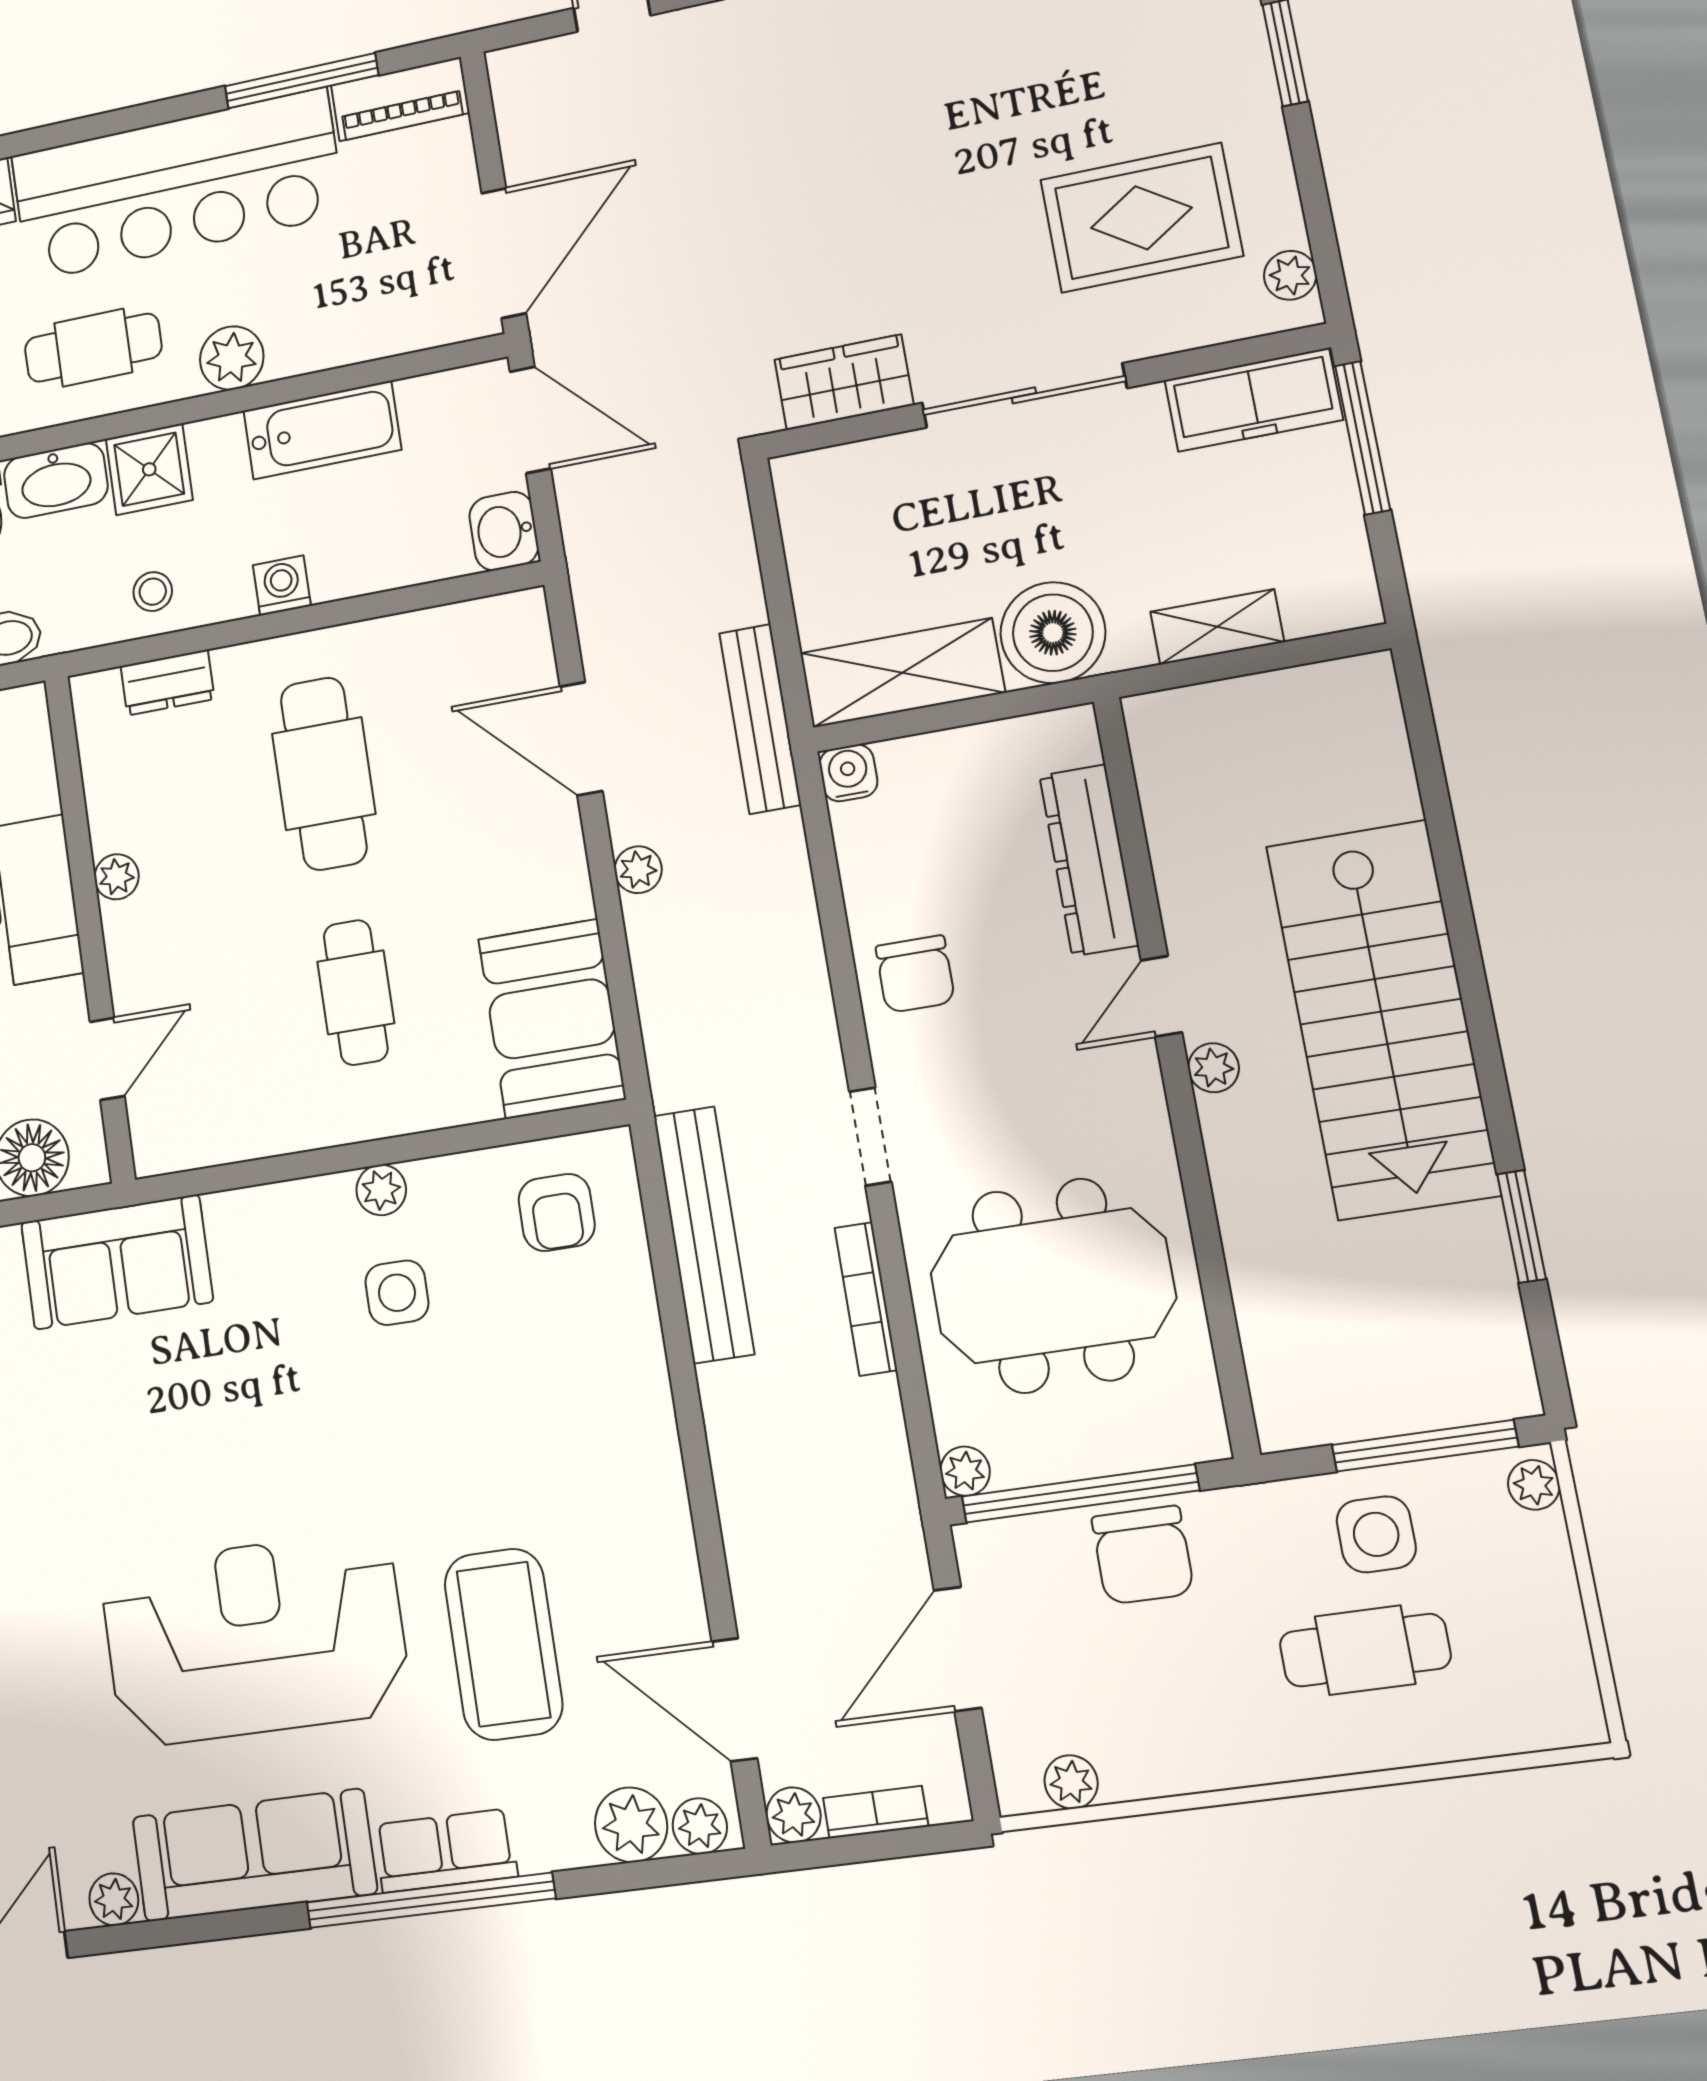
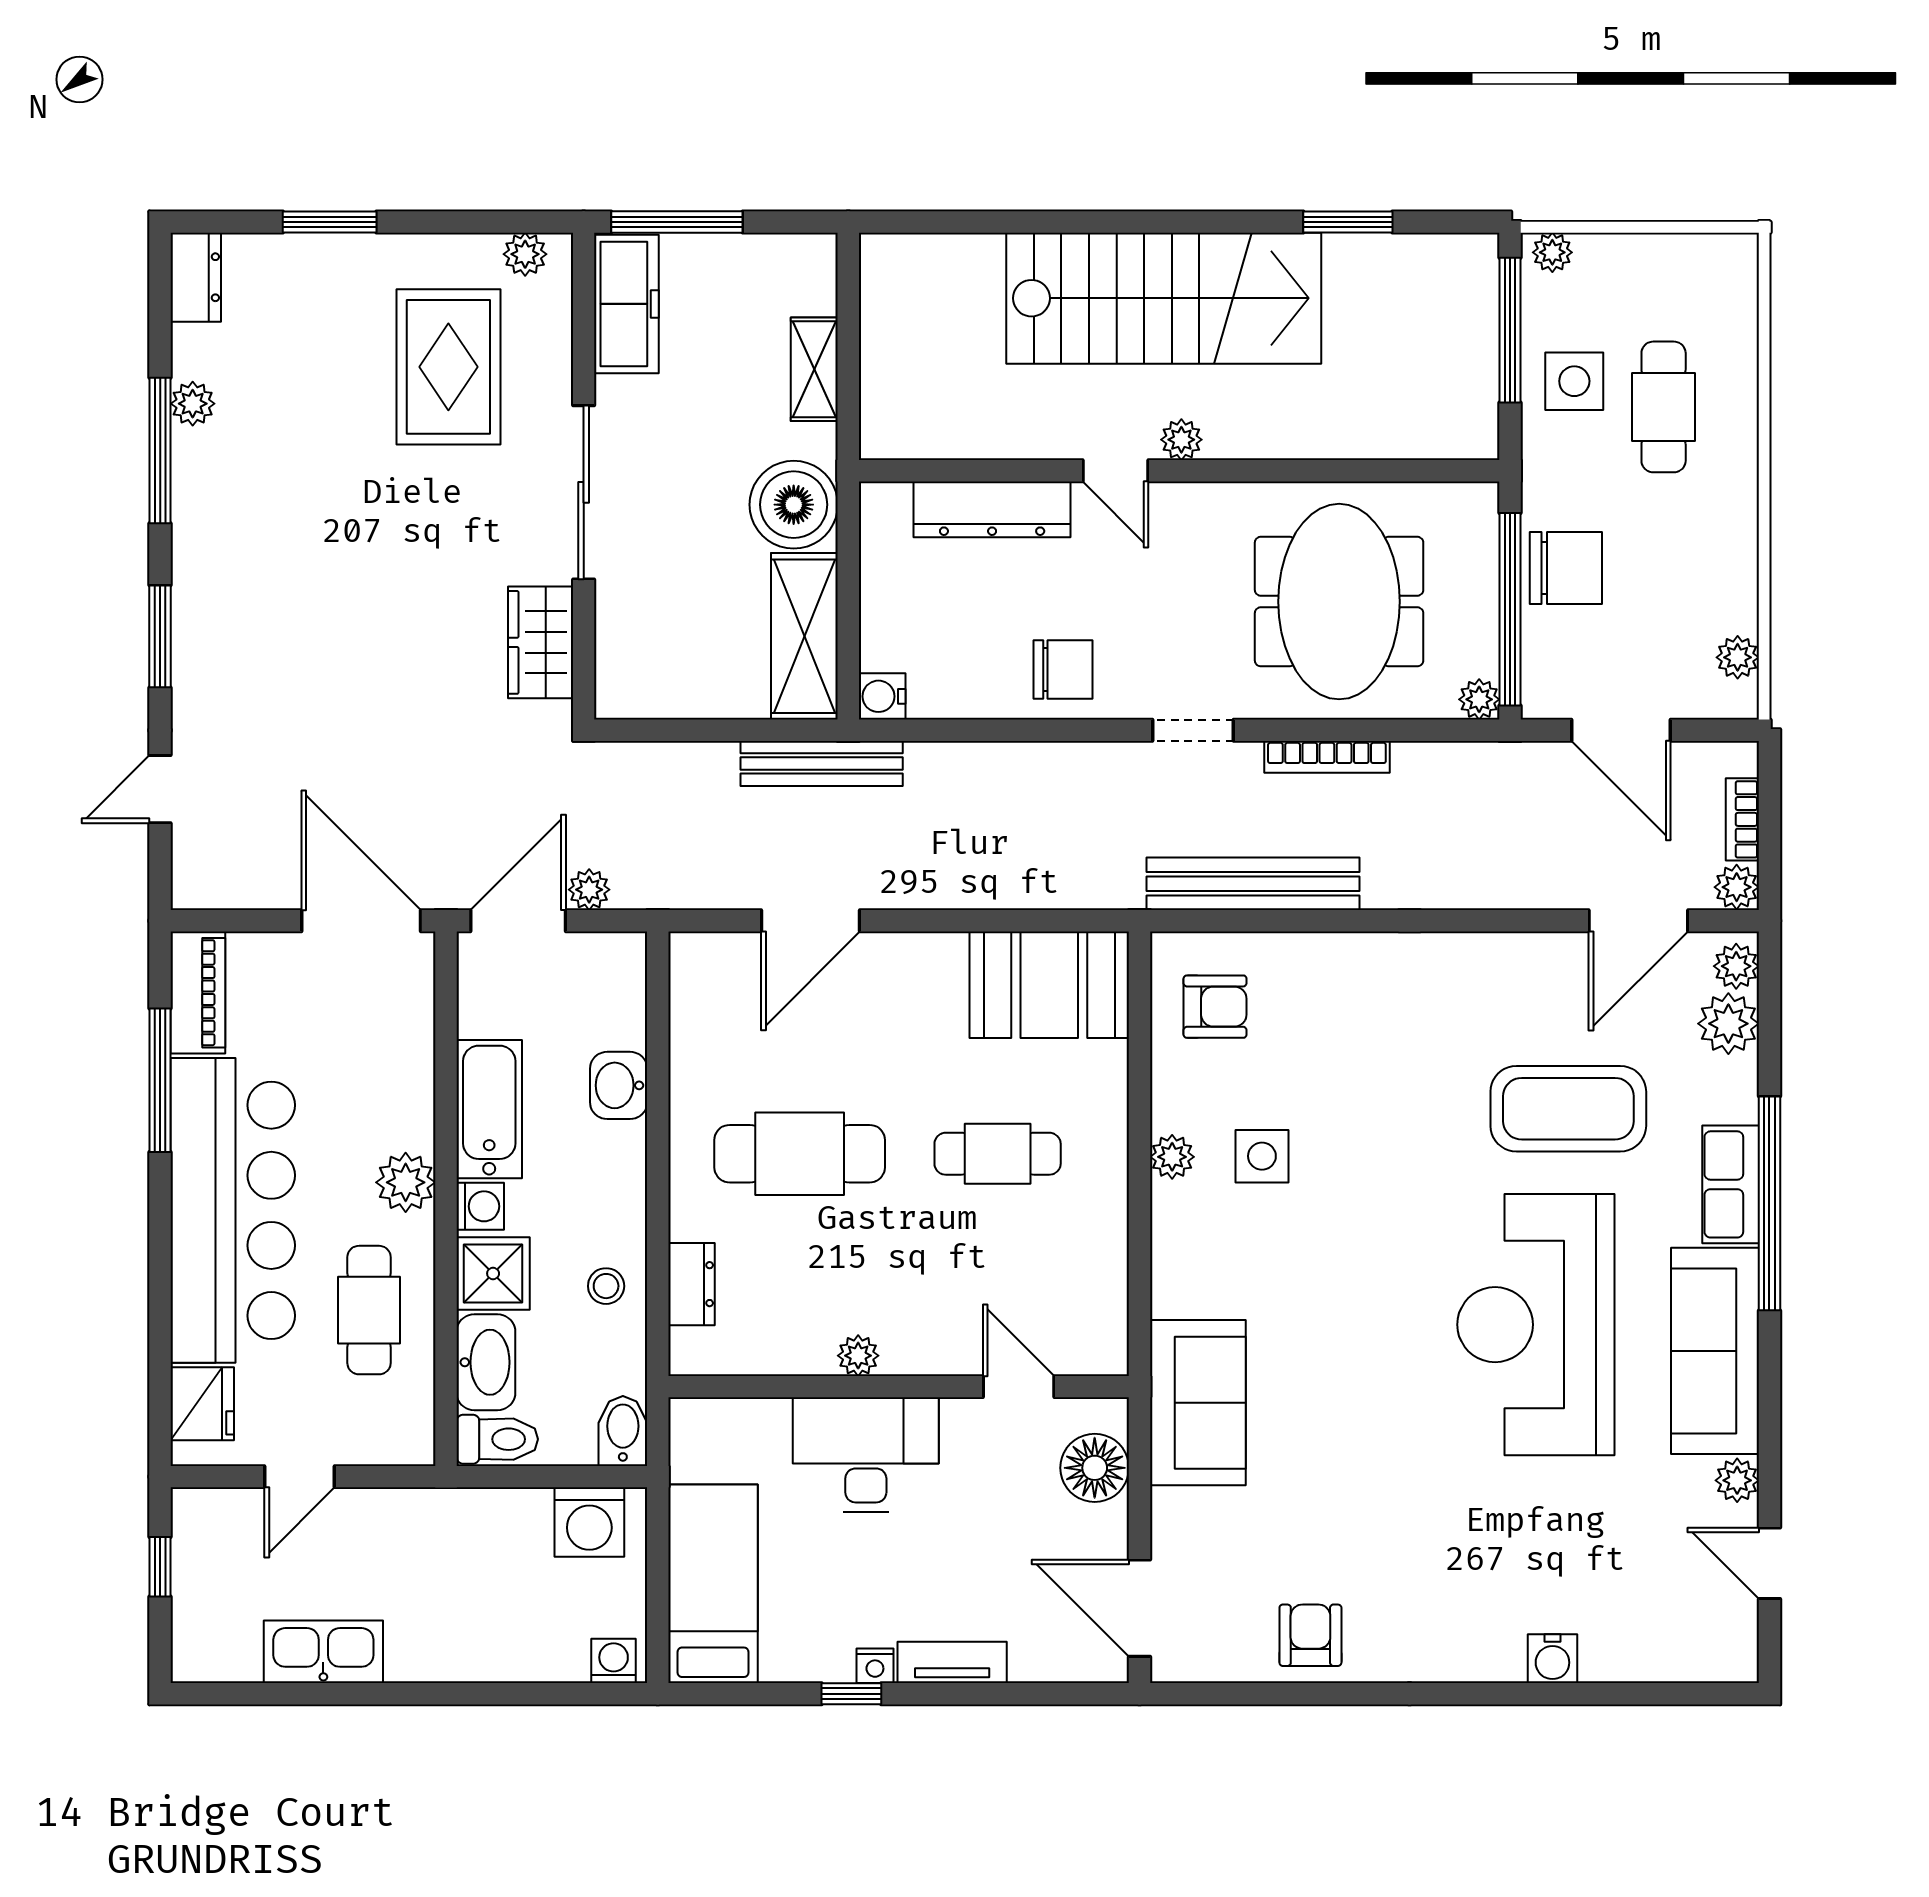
washbasin: (504, 531) -> (619, 1085), moved, turned 90
washing machine: (282, 585) -> (480, 1206), moved, turned 180
plant: (638, 870) -> (589, 890), moved

